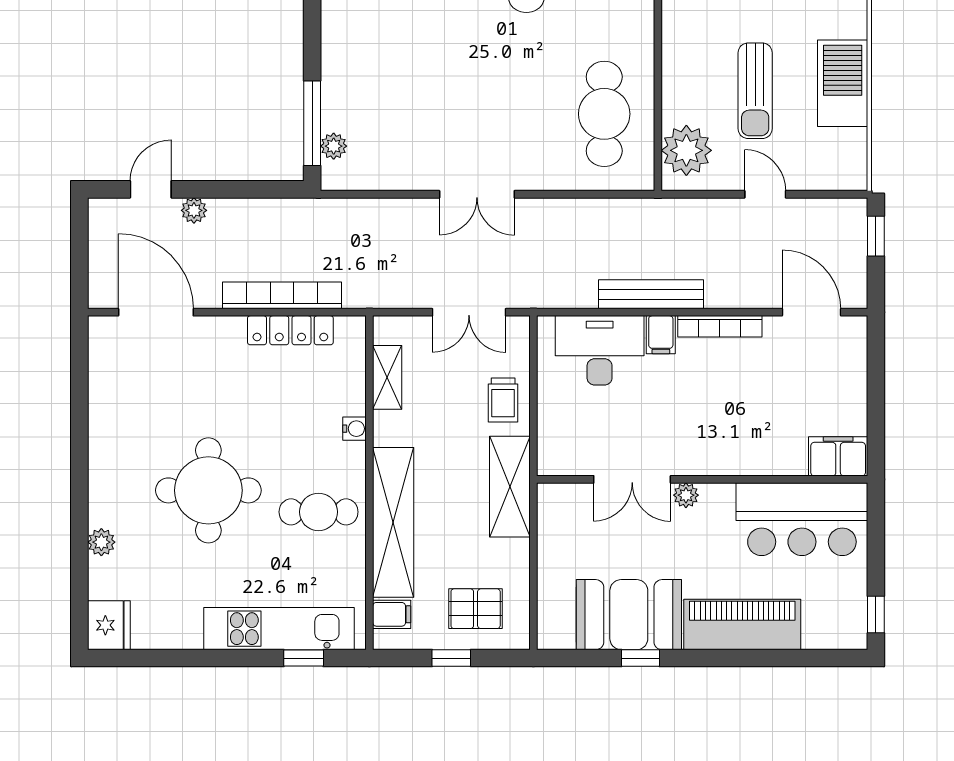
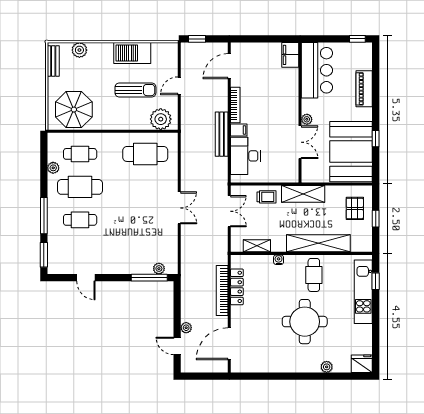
filing cabinet: (392, 614) -> (357, 244), removed
booth: (629, 615) -> (351, 152), width x1.36, depth x1.42
piano: (742, 624) -> (364, 89), width x0.73, depth x0.75

